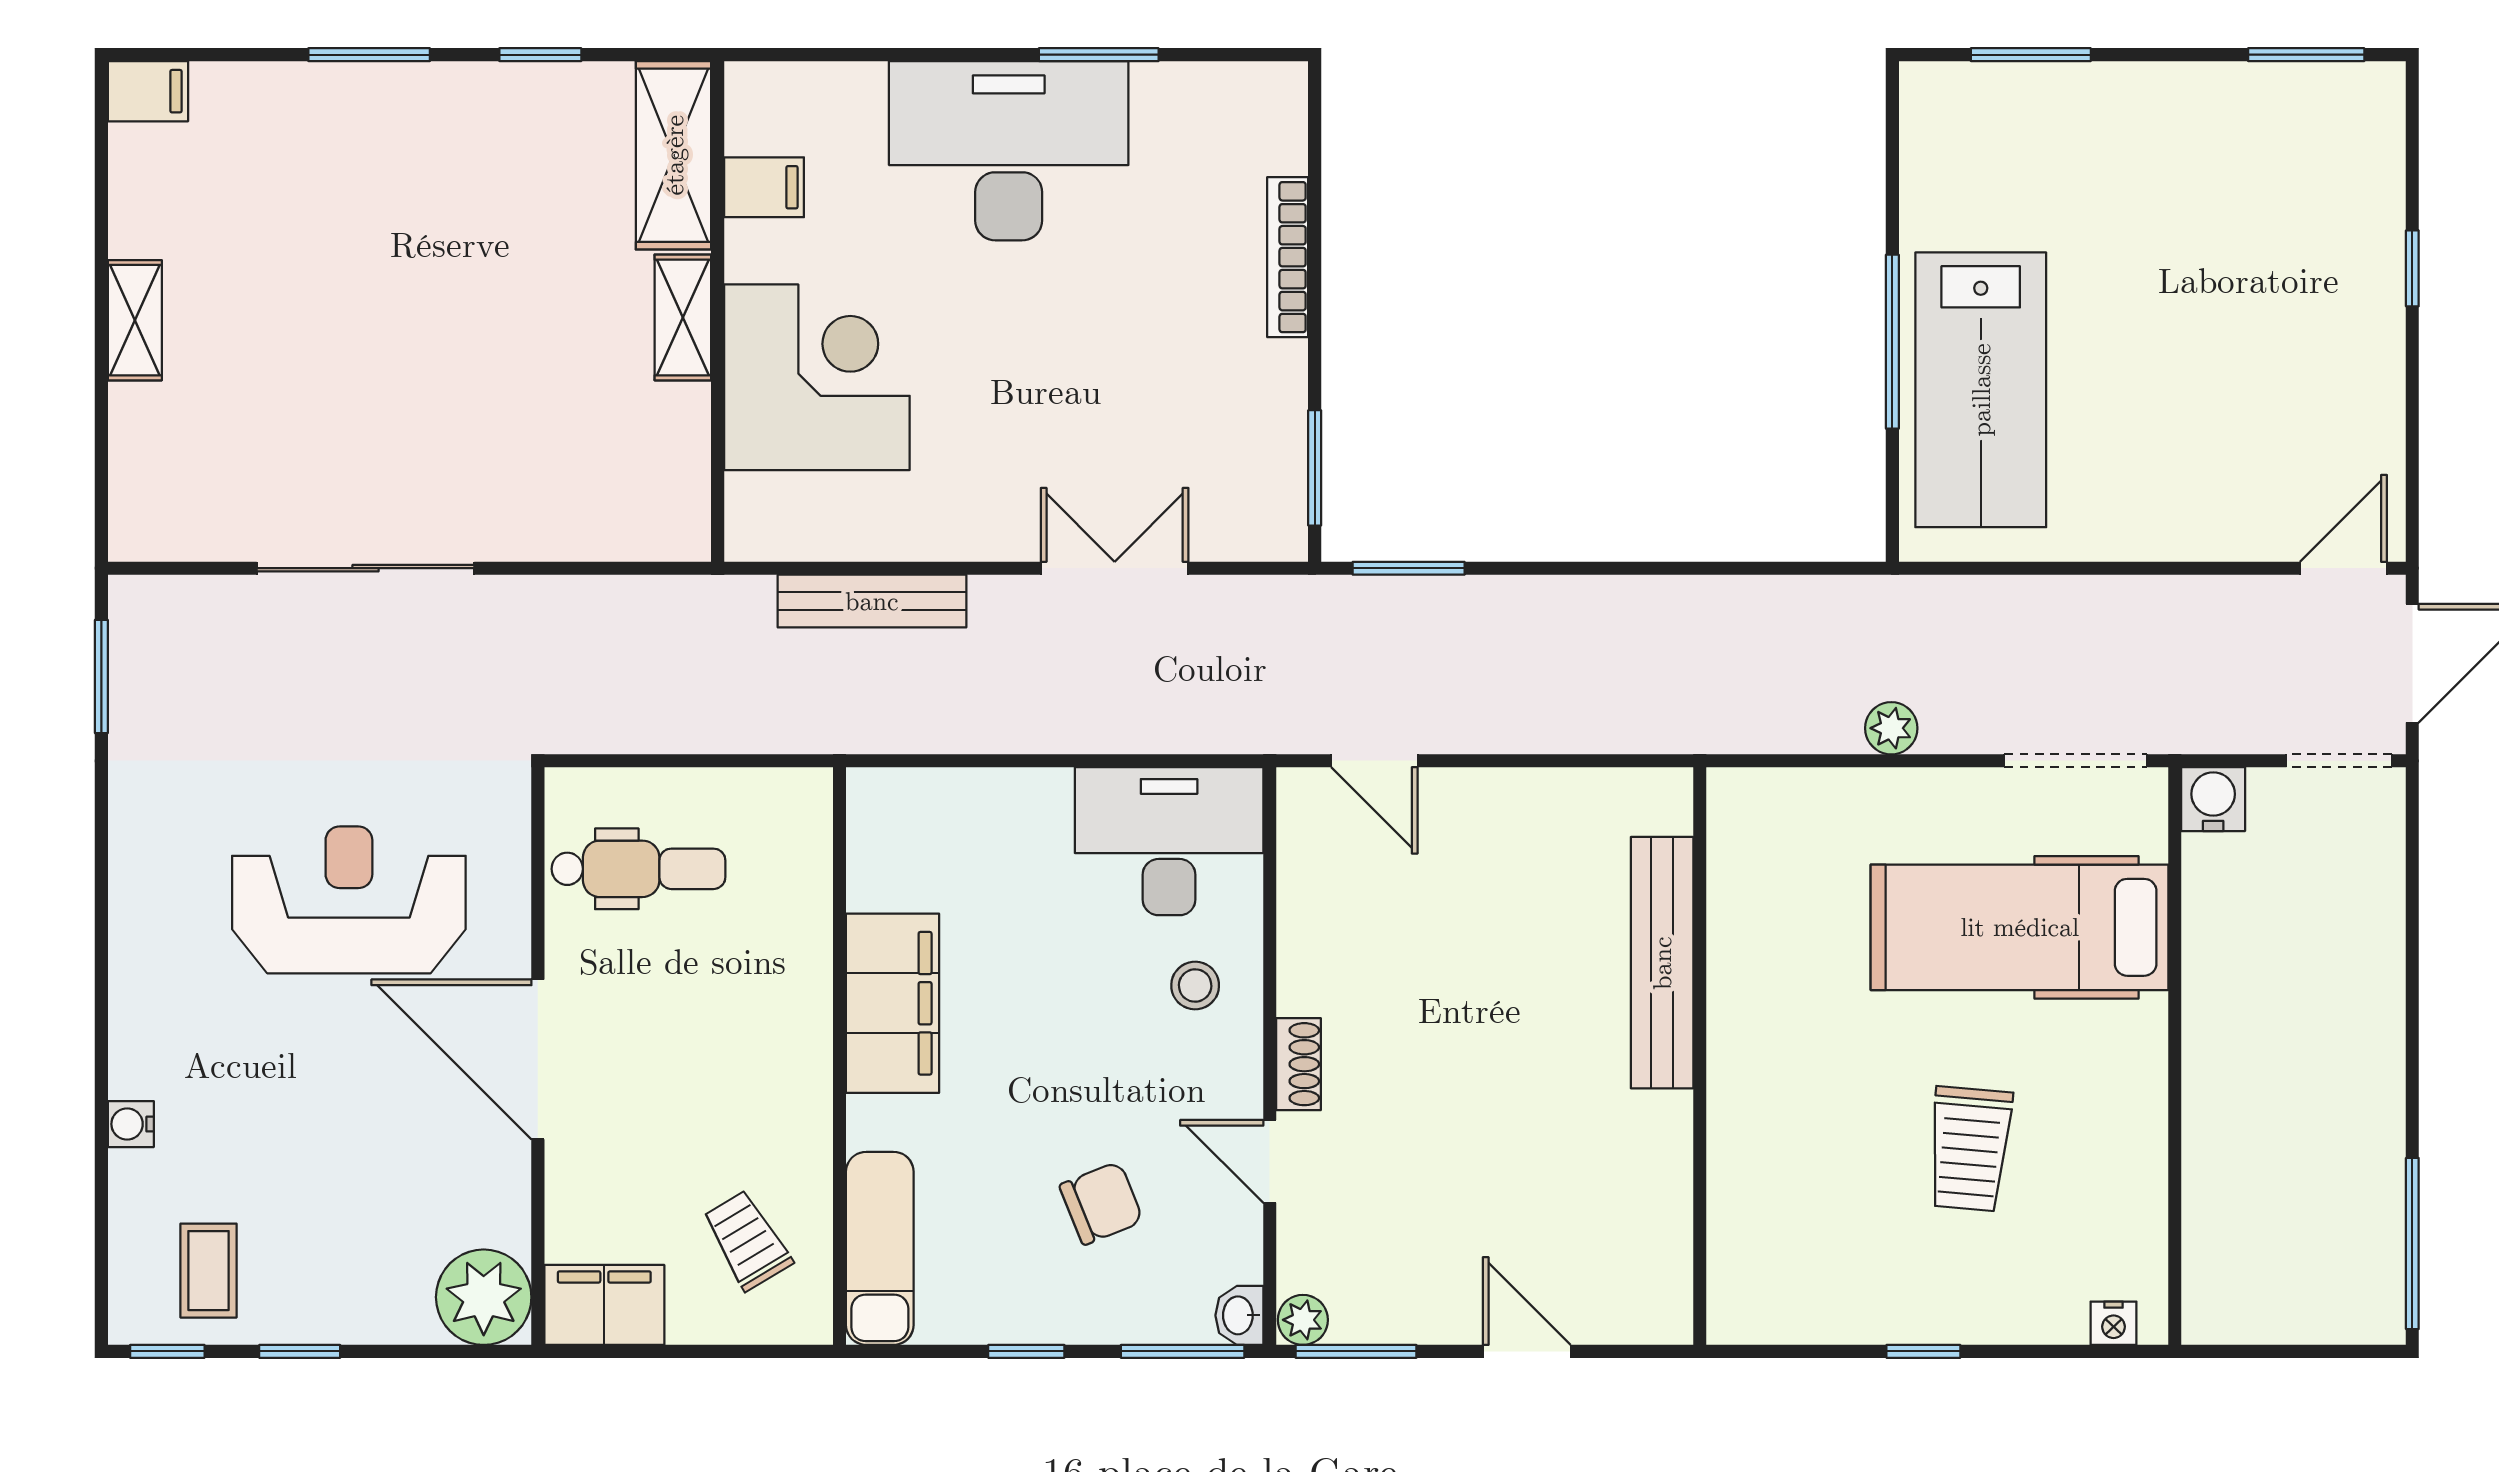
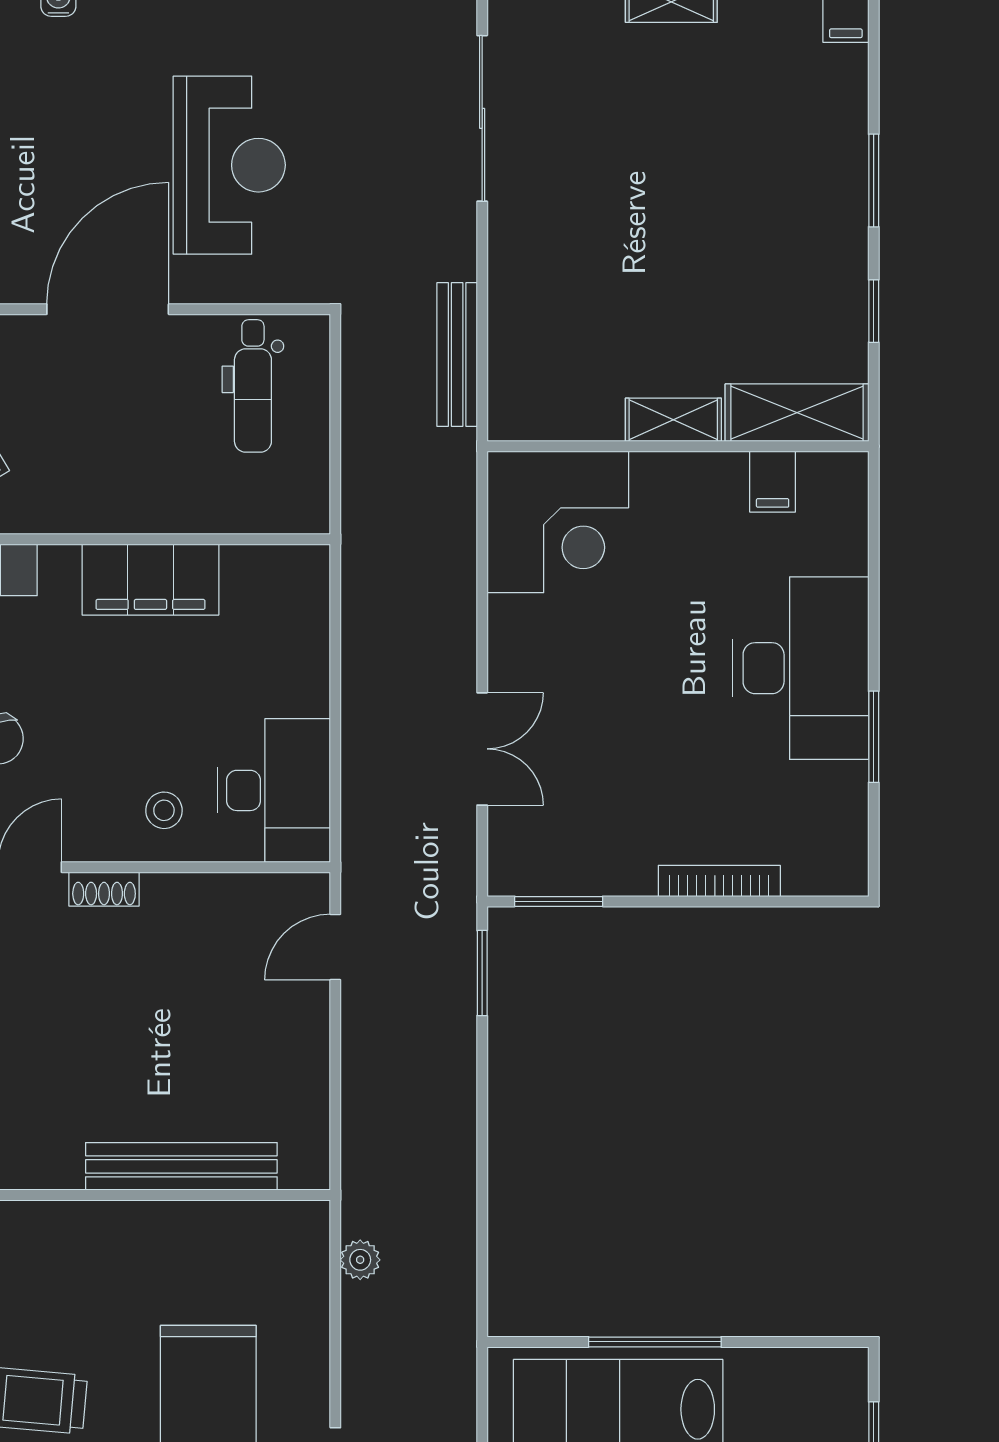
corner desk: (817, 377) -> (558, 522), moved
sliding door: (365, 568) -> (482, 118), moved
bench: (872, 601) -> (457, 355), moved
plant: (1891, 728) -> (360, 1260), moved

